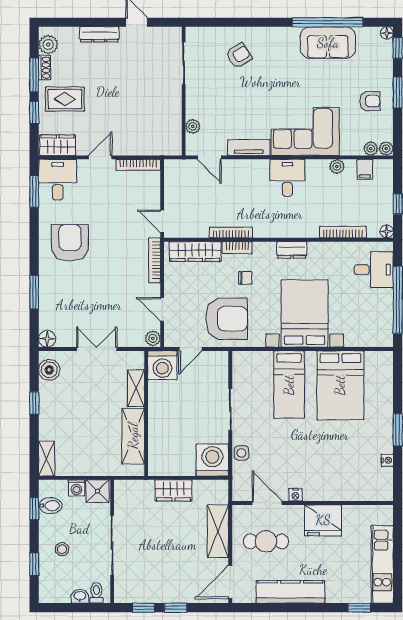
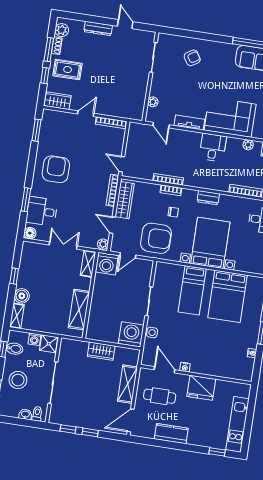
desk: (58, 180) -> (42, 211), moved, turned -90
wardrobe: (195, 252) -> (125, 200), moved, turned -90
boiler: (49, 370) -> (22, 296), moved
shelving: (136, 388) -> (88, 264), moved
stool: (62, 549) -> (18, 380), width x1.89, depth x1.89
kitchen counter: (290, 592) -> (171, 434), width x0.67

